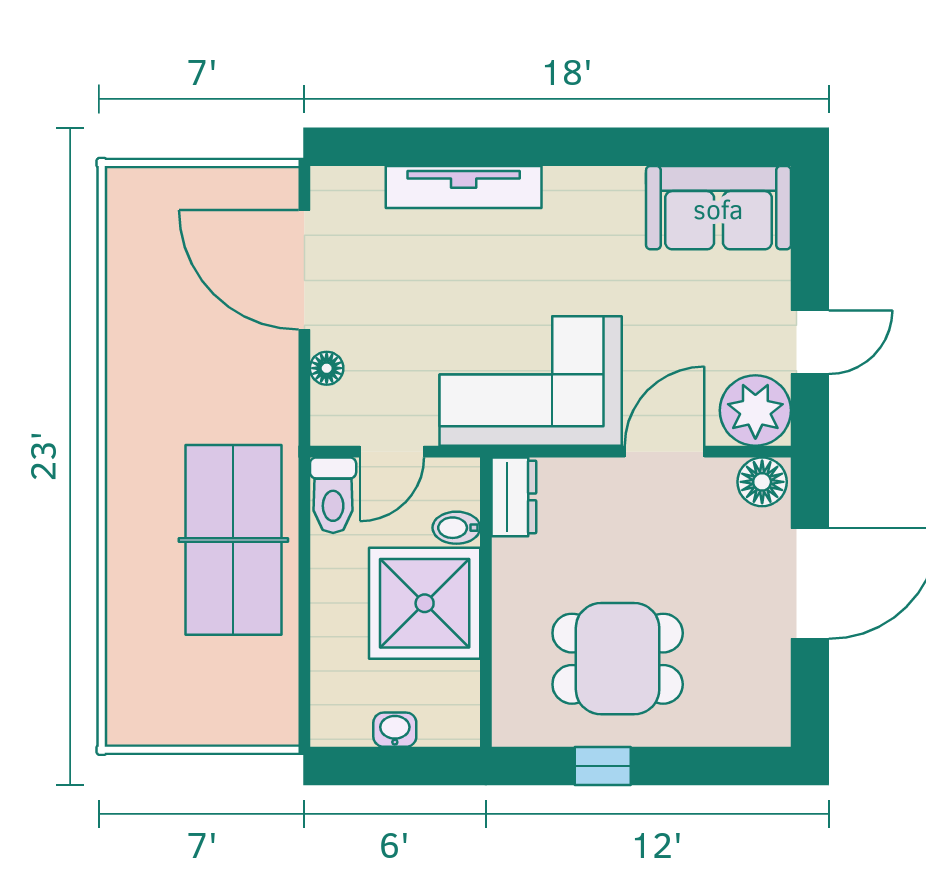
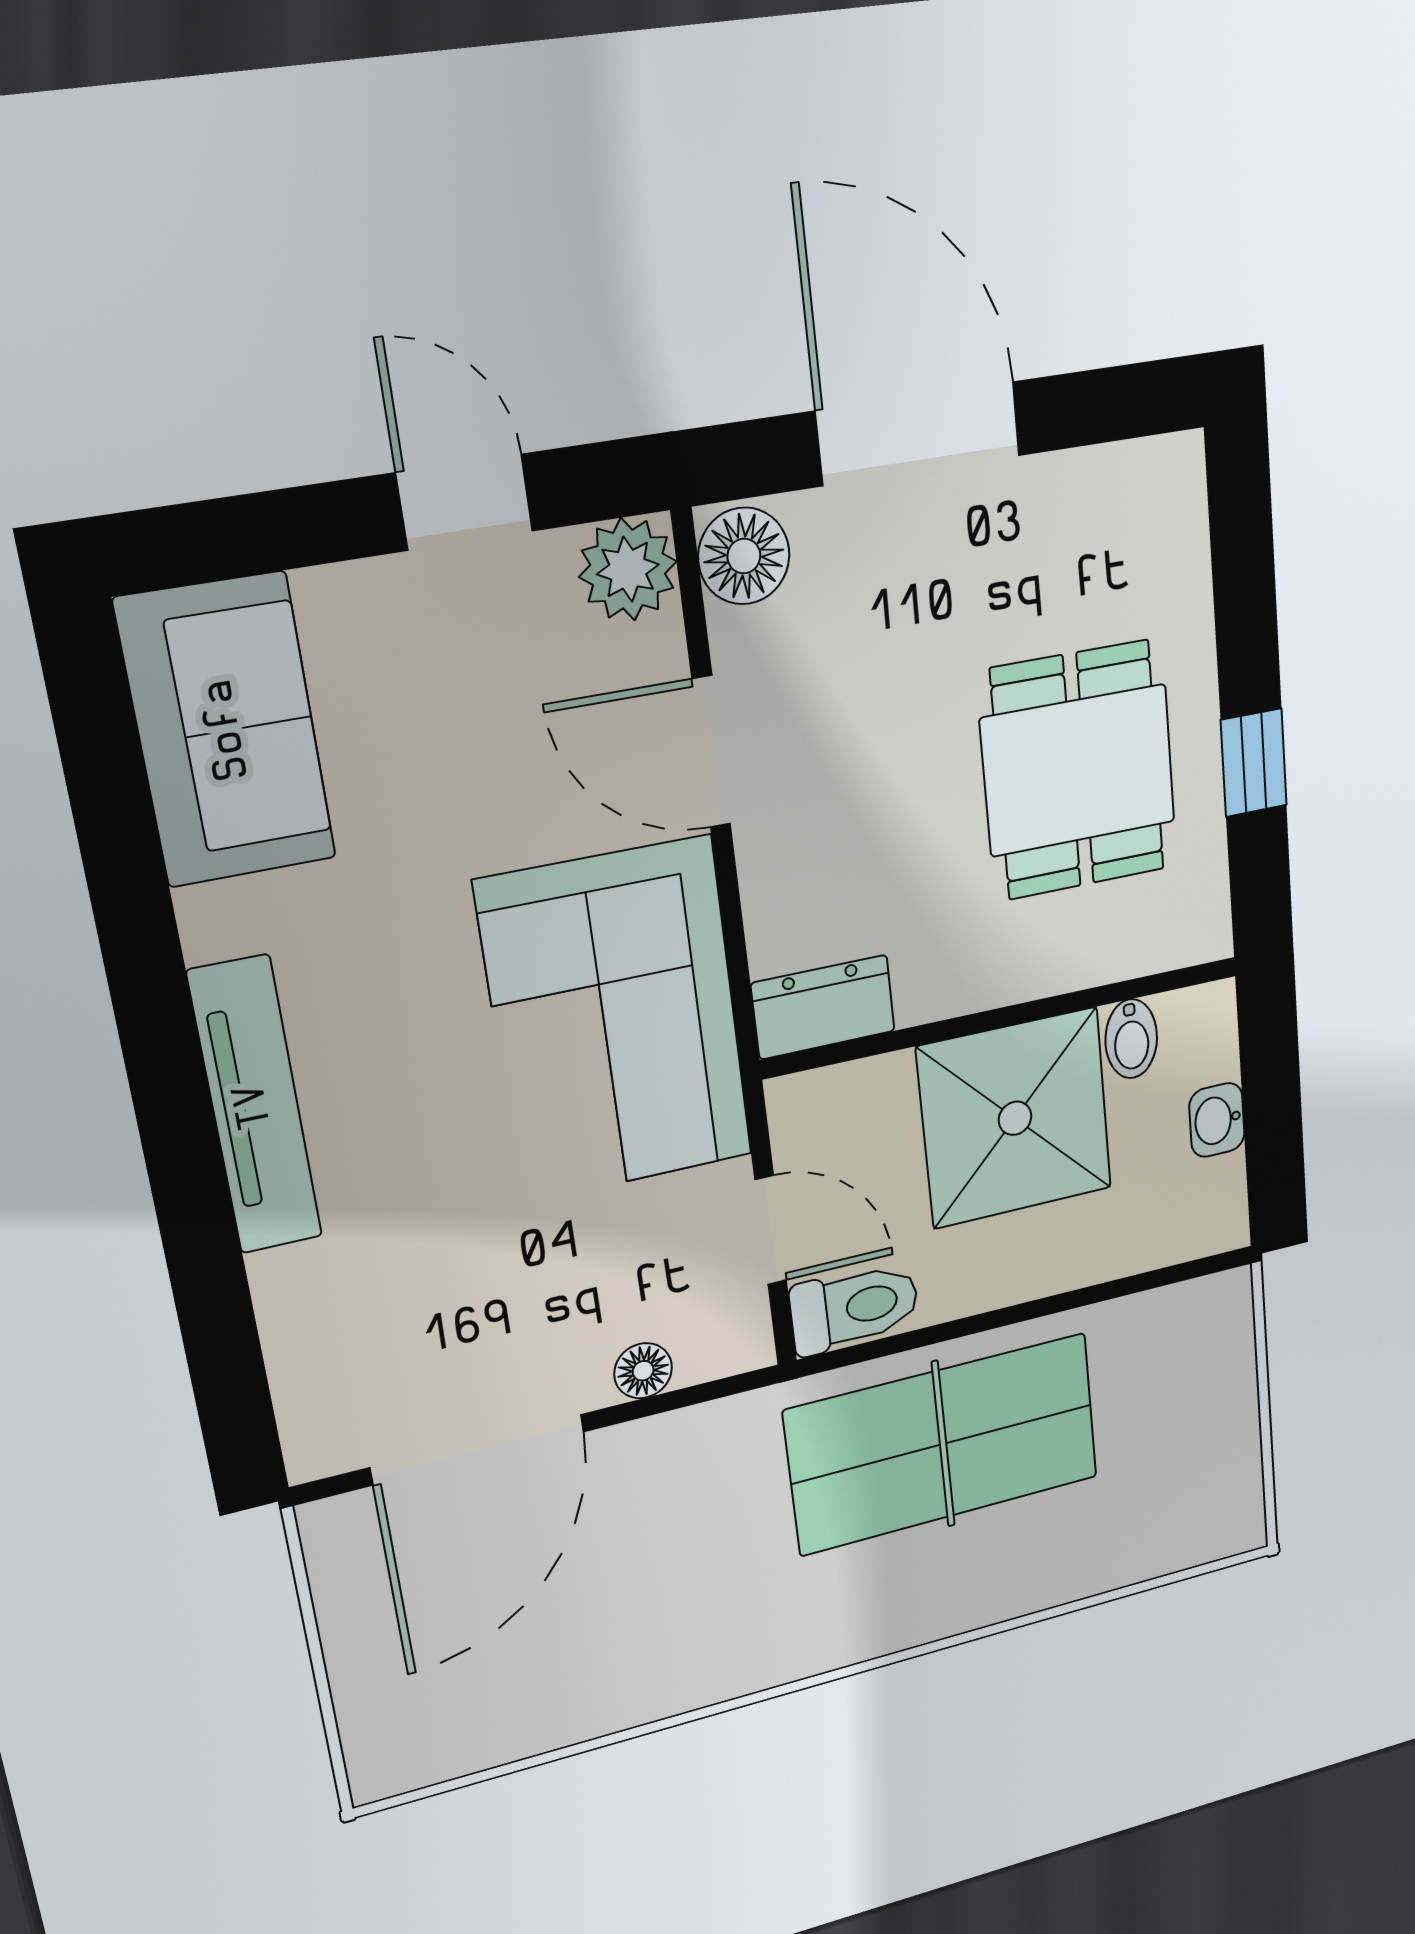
tv unit: (464, 187) -> (255, 1106), moved
plant: (755, 410) -> (628, 569), width x0.73, depth x0.73
bidet: (456, 528) -> (1131, 1039), moved

